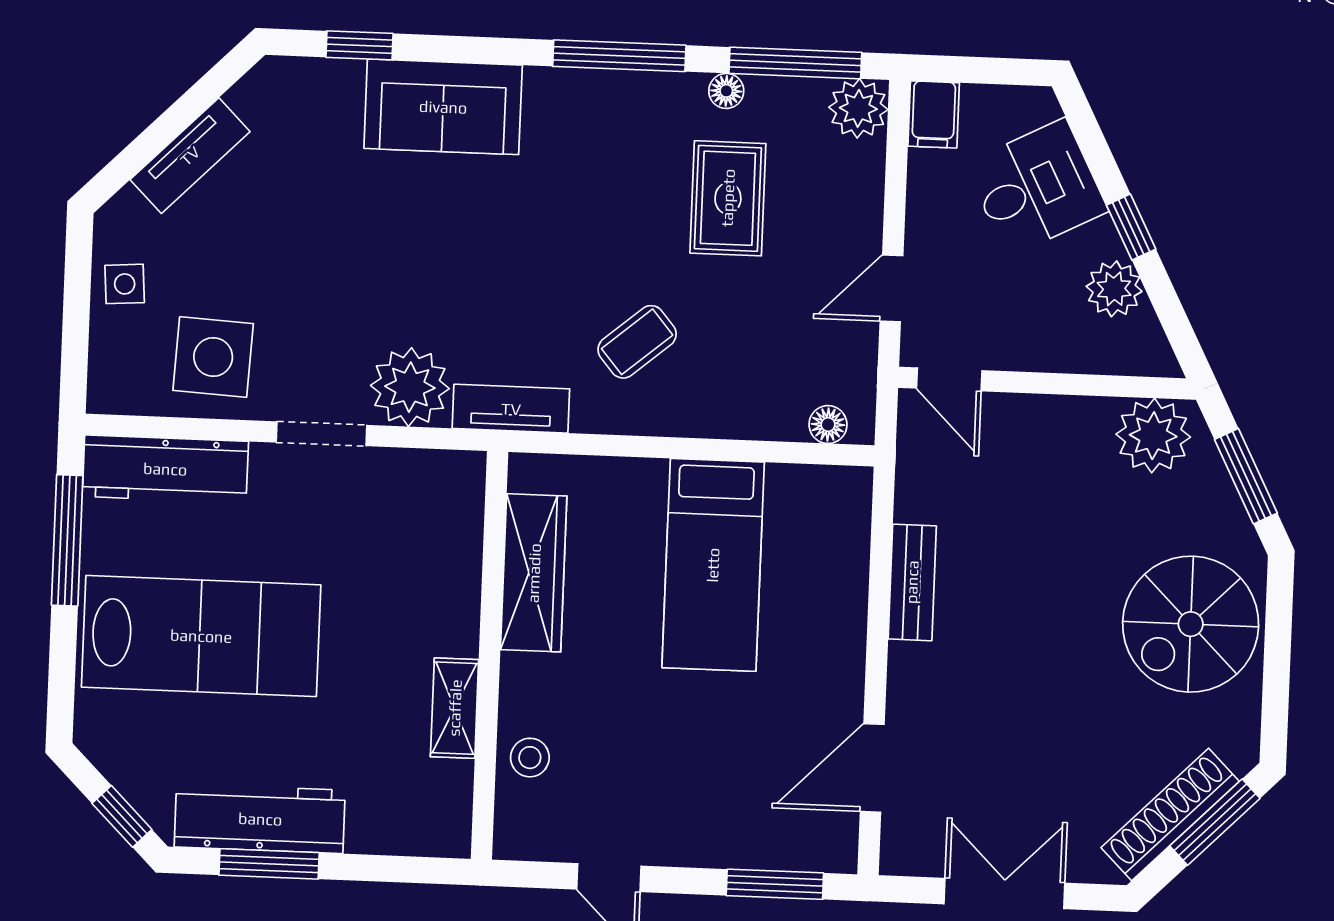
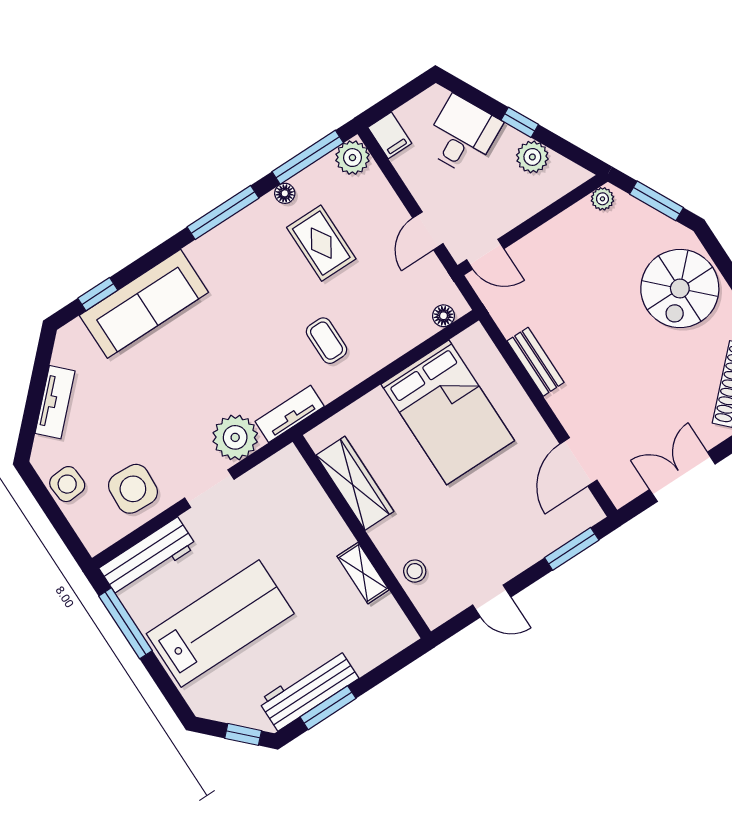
sofa: (443, 107) -> (144, 304), width x1.36
side table: (125, 284) -> (67, 484), width x1.37, depth x1.37
coffee table: (637, 342) -> (327, 341), turned -50
plant: (1153, 436) -> (602, 199), width x0.53, depth x0.53
bed: (713, 565) -> (448, 412), width x1.50

